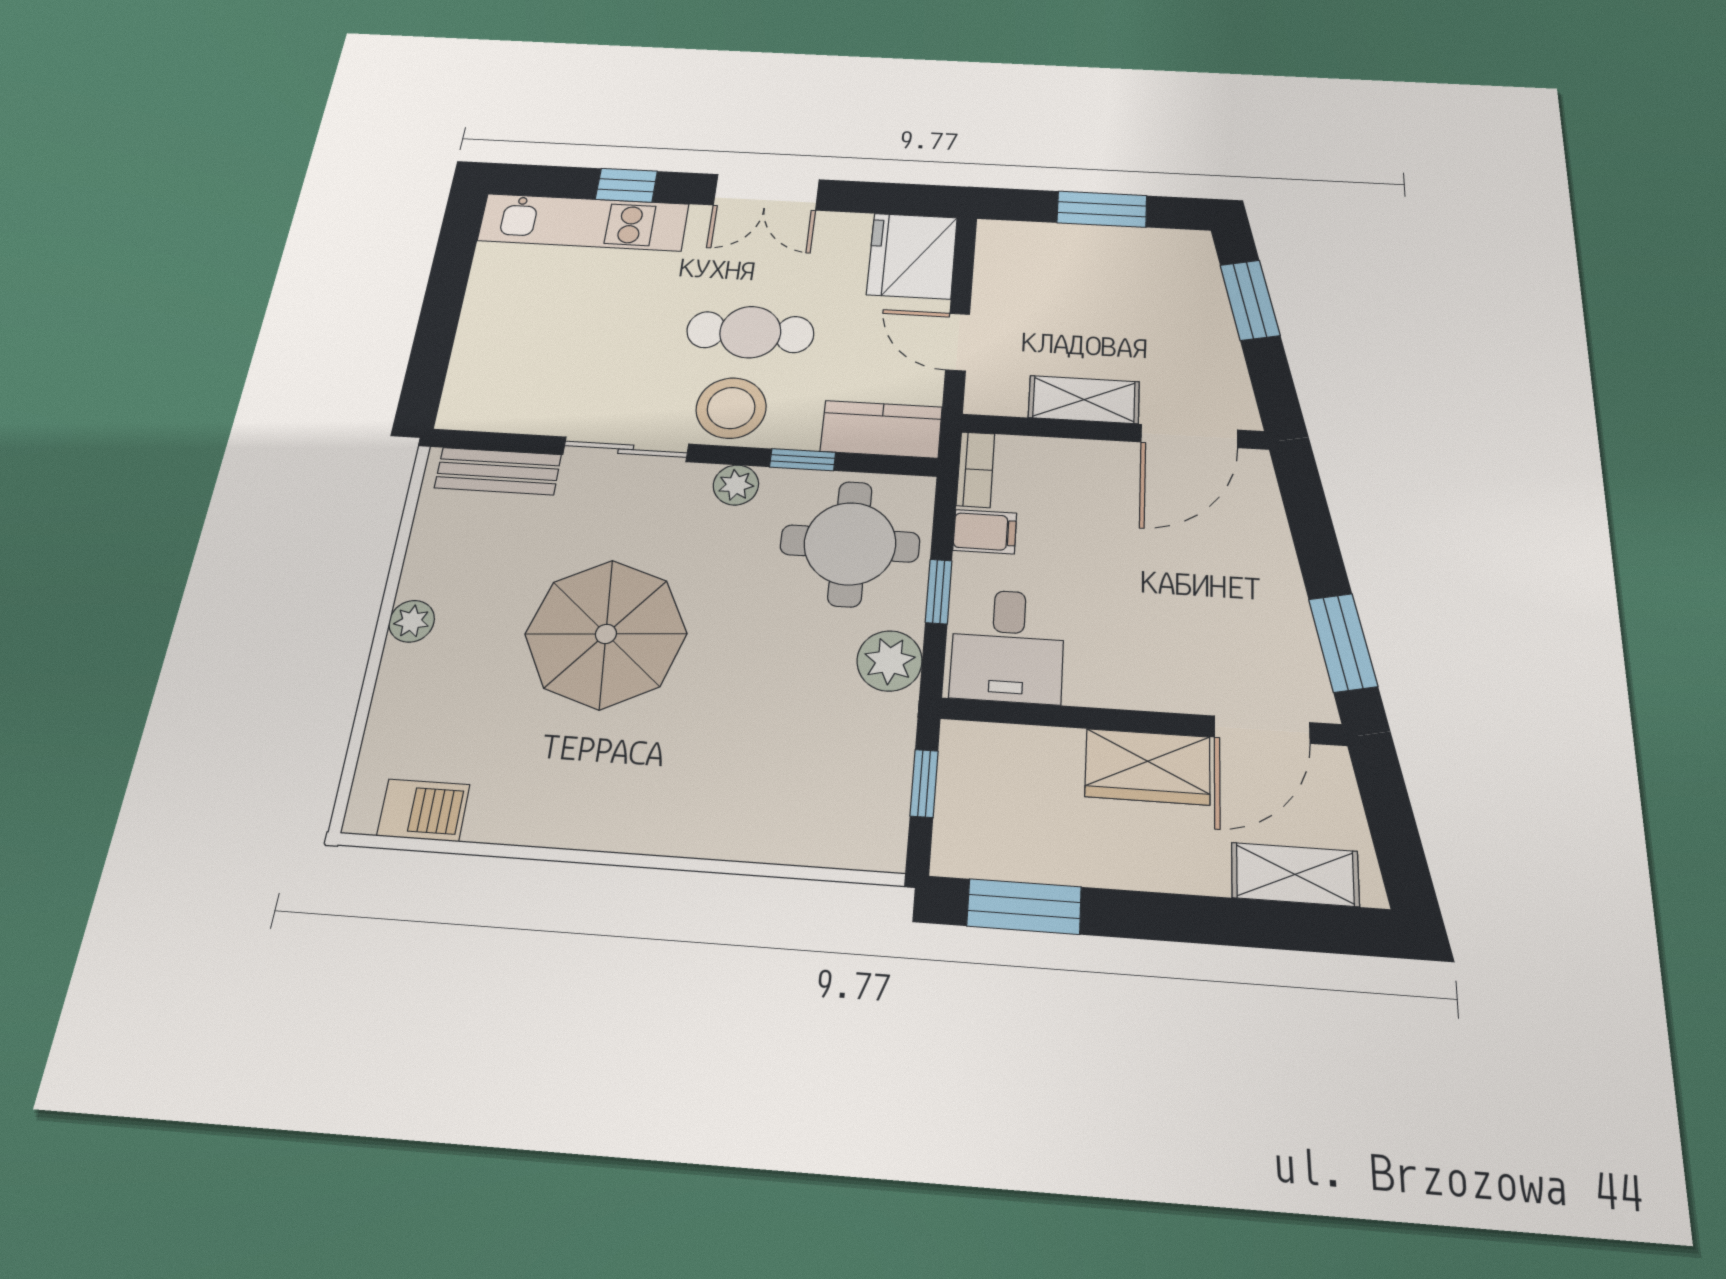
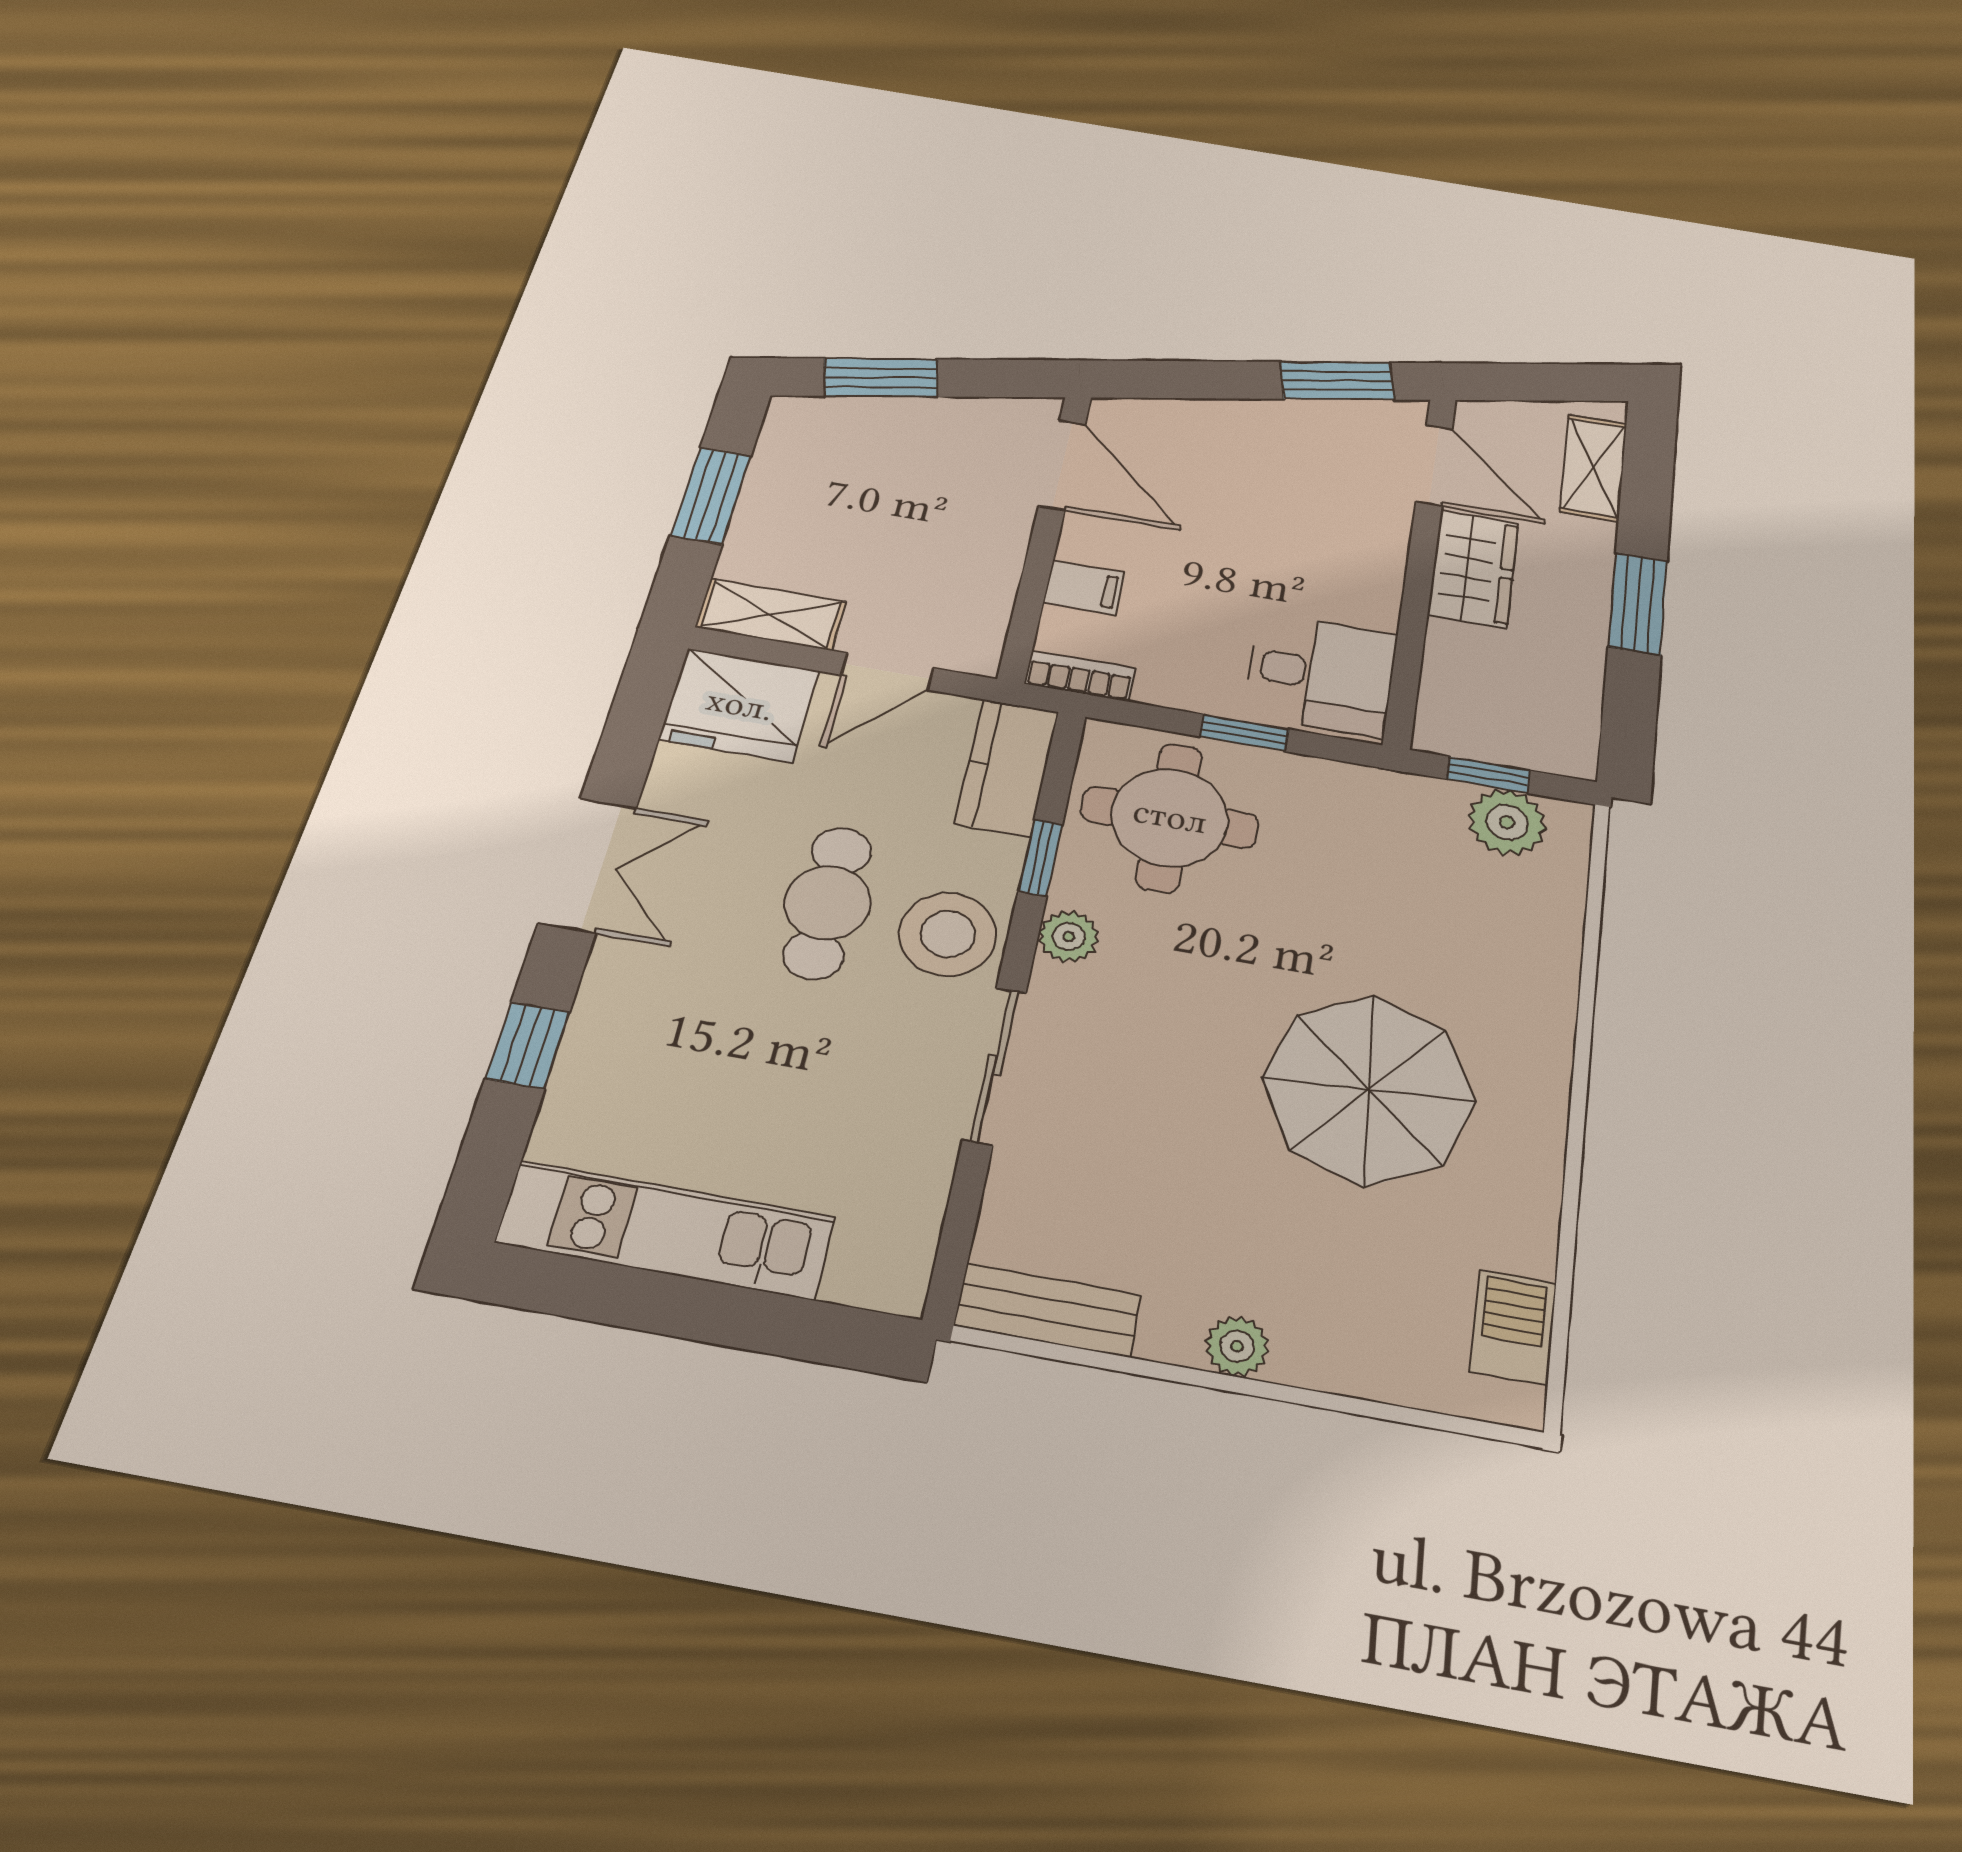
kitchen unit: (583, 222) -> (666, 1230), moved, turned -90
shelving: (1084, 400) -> (771, 614), moved, turned 90
bench: (498, 471) -> (1048, 1310), moved, turned 90
filing cabinet: (985, 532) -> (1084, 587), moved, turned 90
parasol: (606, 634) -> (1369, 1089), moved
plant: (890, 661) -> (1507, 822), moved
window: (1024, 906) -> (1638, 604), moved

